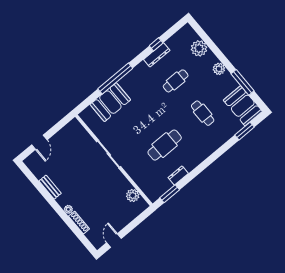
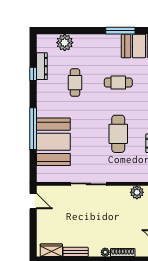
dresser: (157, 55) -> (42, 66), moved
plant: (219, 69) -> (94, 40), removed
booth: (110, 102) -> (53, 142), width x1.36, depth x1.42
door: (39, 142) -> (33, 201), moved
wardrobe: (36, 168) -> (51, 250), added

